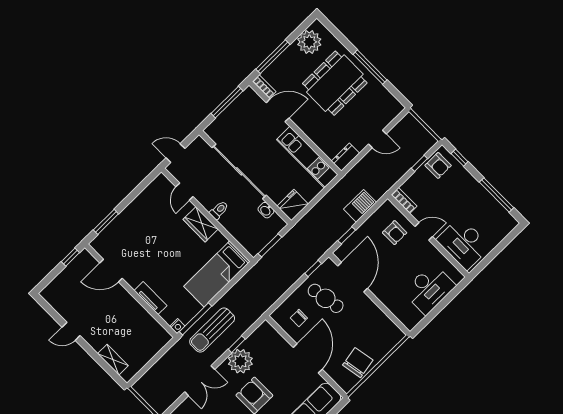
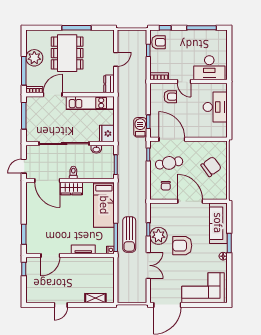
plant: (309, 42) -> (34, 58), moved
door: (184, 192) -> (47, 180), width x1.88
barbecue: (360, 206) -> (140, 127), moved
door: (424, 231) -> (184, 82), swing flipped
chair: (358, 363) -> (211, 167), moved, turned 64

